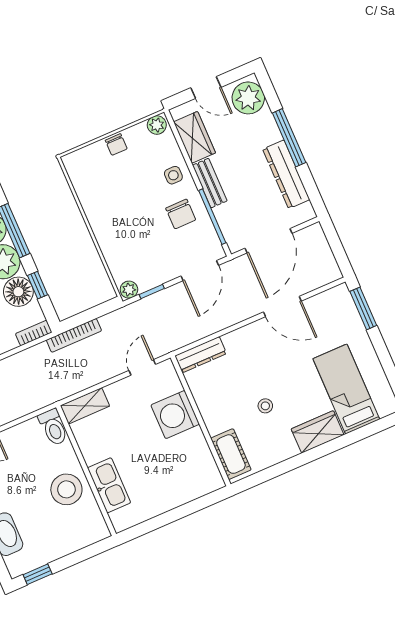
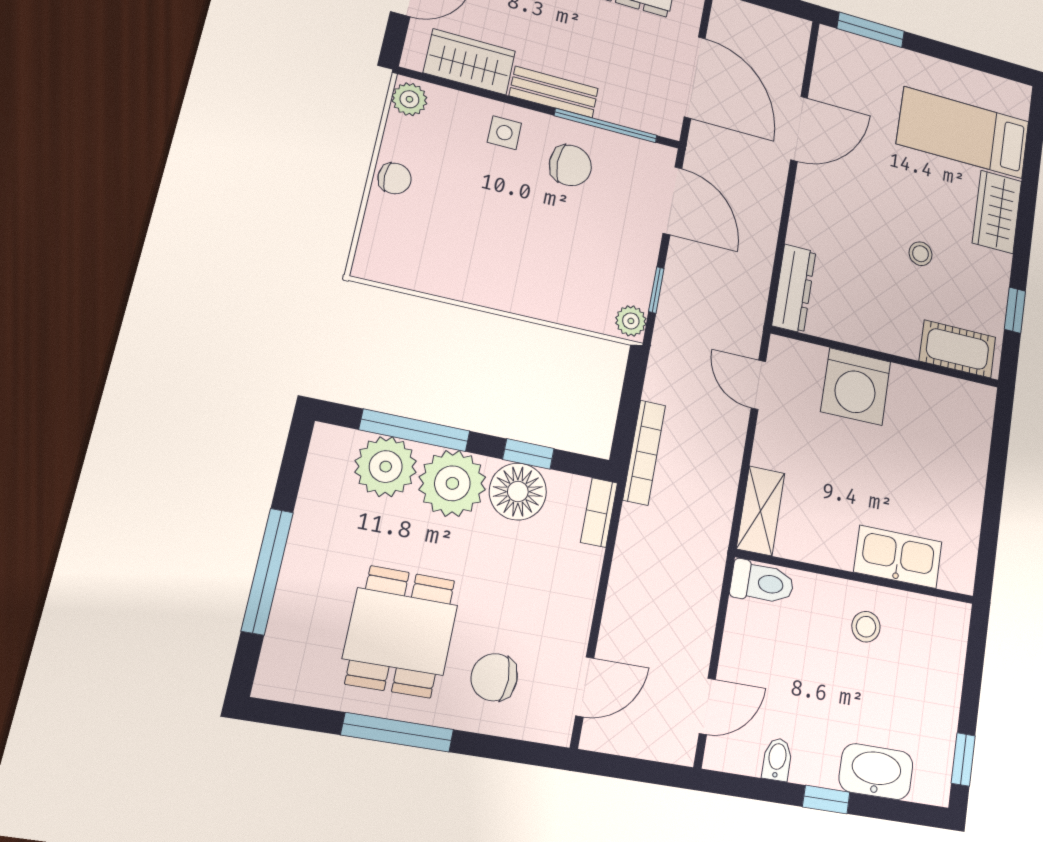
window: (273, 472) -> (1015, 310), added
stool: (66, 489) -> (866, 627), width x0.53, depth x0.53

